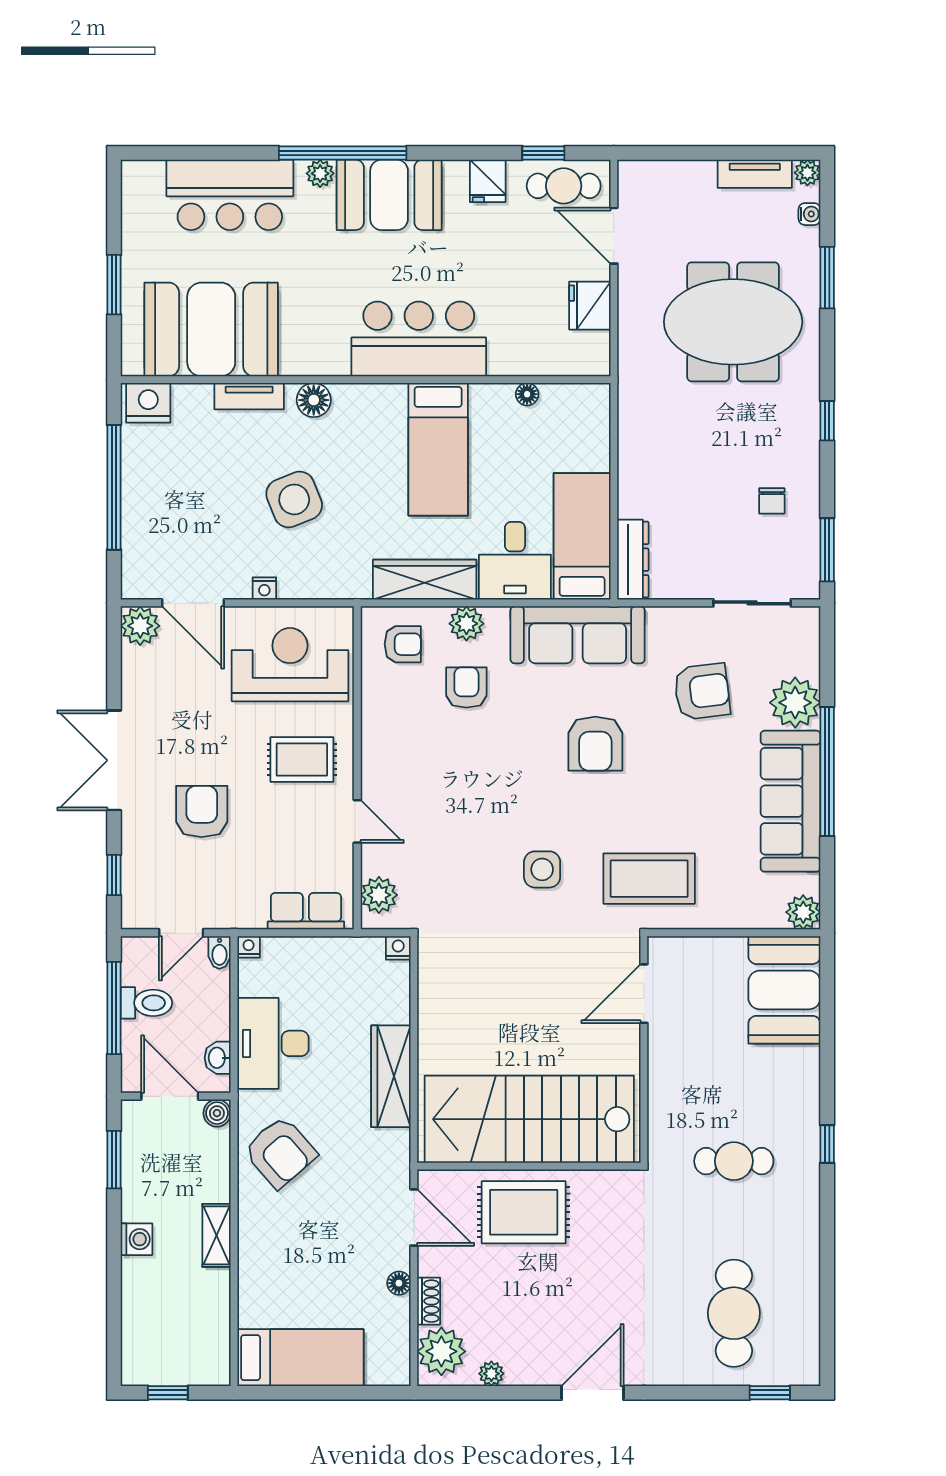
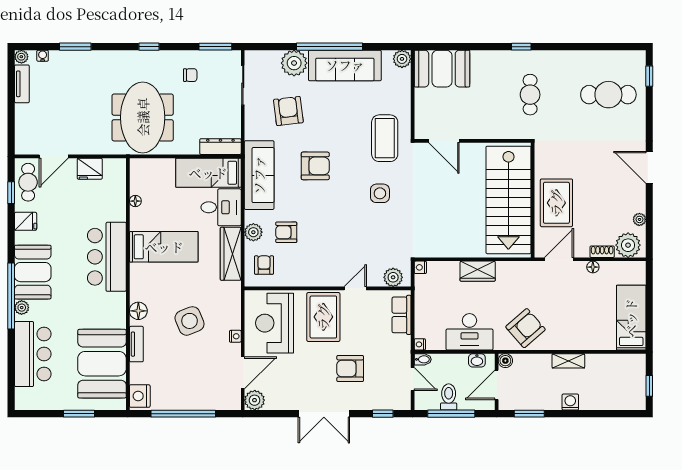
meeting table: (733, 322) -> (143, 117), moved
rug: (302, 759) -> (323, 317), width x1.36, depth x1.43
wardrobe: (391, 1076) -> (478, 271), width x0.67

